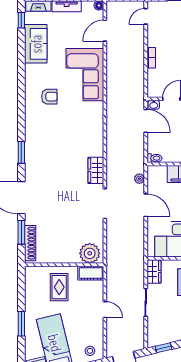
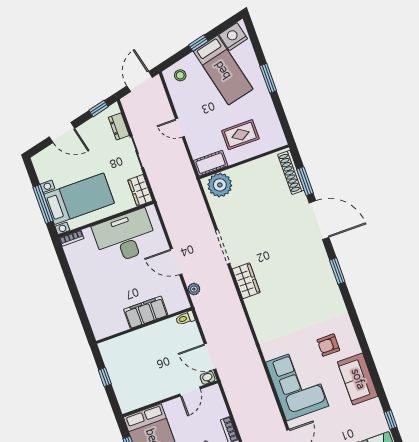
sofa: (36, 44) -> (358, 379), moved
rug: (59, 287) -> (240, 135), turned 90
dresser: (153, 328) -> (119, 126), added

